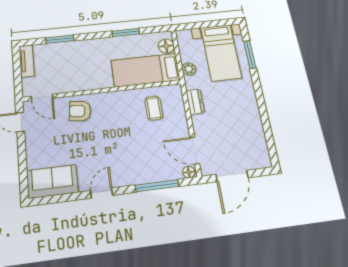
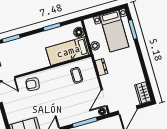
door: (195, 151) -> (104, 98), hinge flipped
wardrobe: (259, 152) -> (143, 93), added

